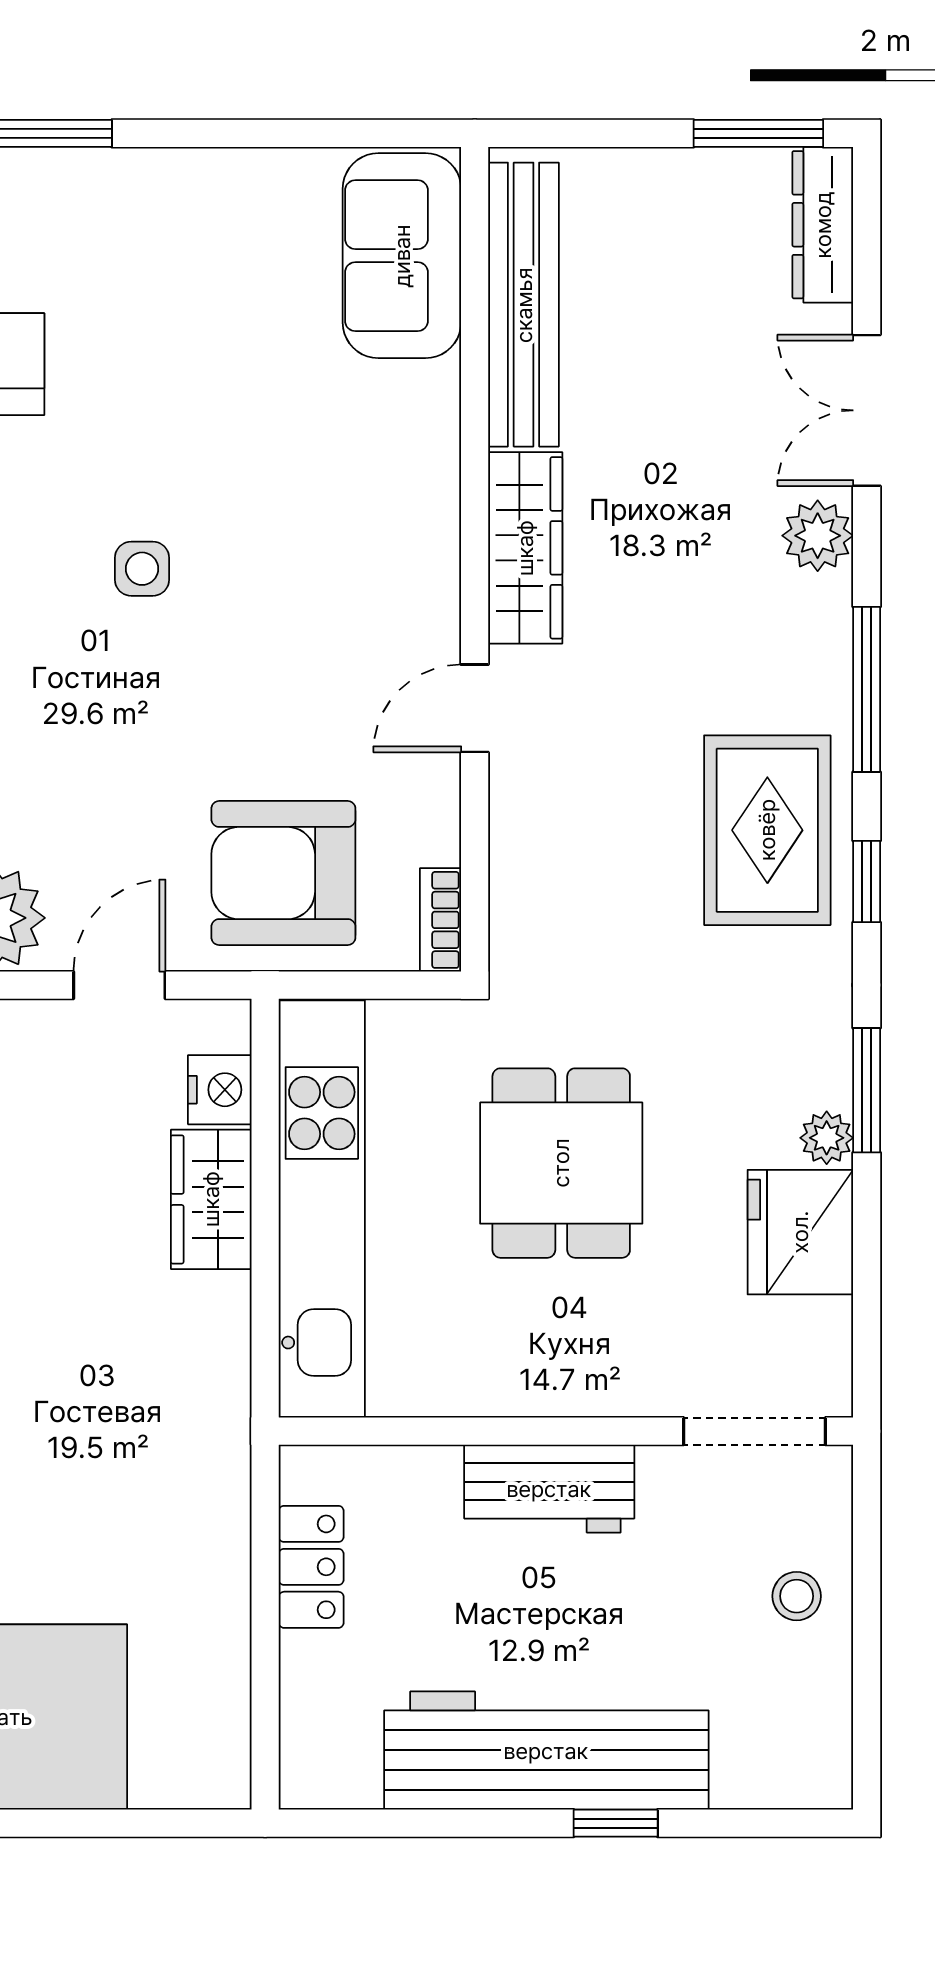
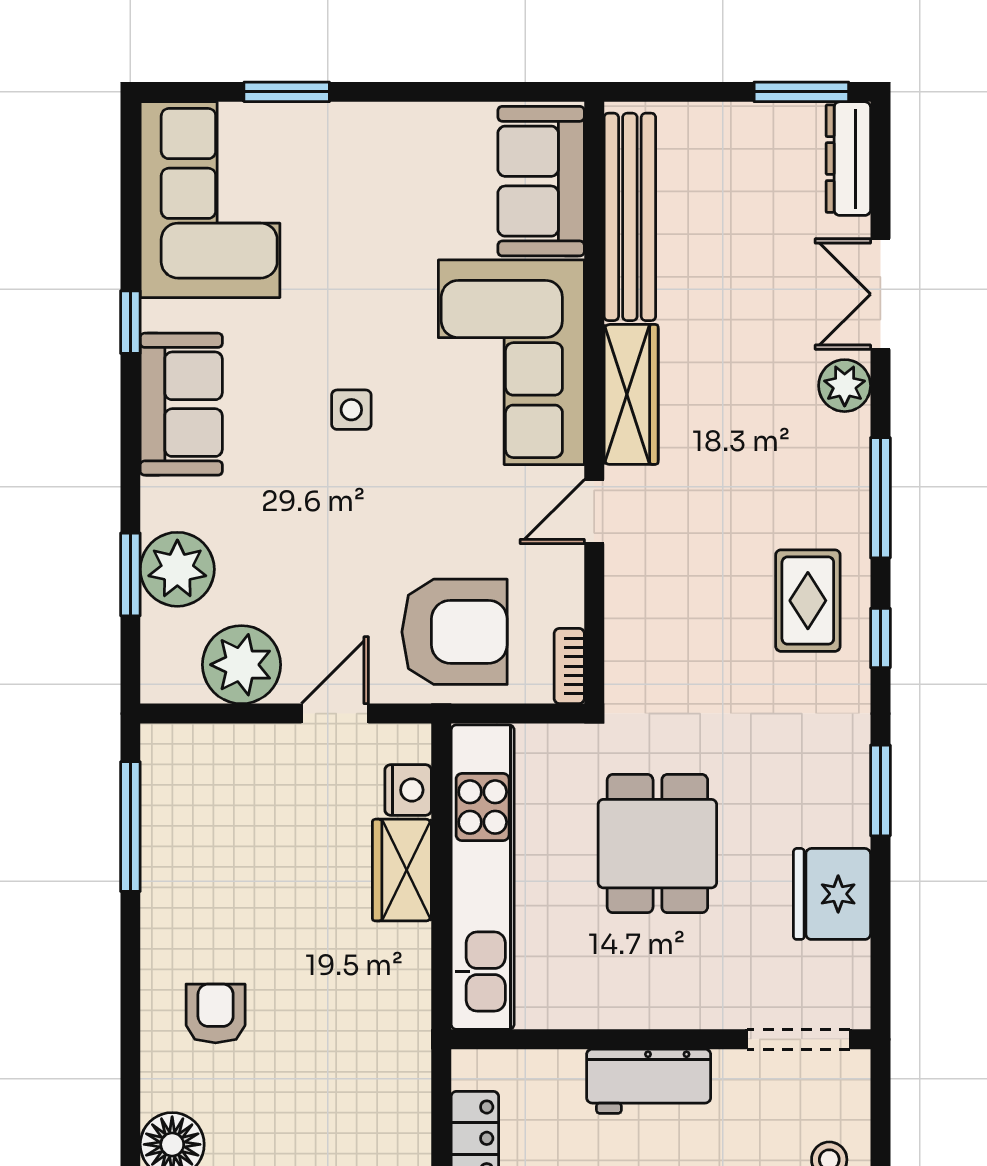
corner sofa: (361, 504) -> (511, 362), added
rug: (767, 830) -> (808, 601), width x0.73, depth x0.70
armchair: (283, 873) -> (455, 632), turned 180
plant: (827, 1138) -> (851, 825), removed

